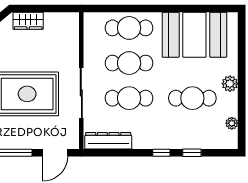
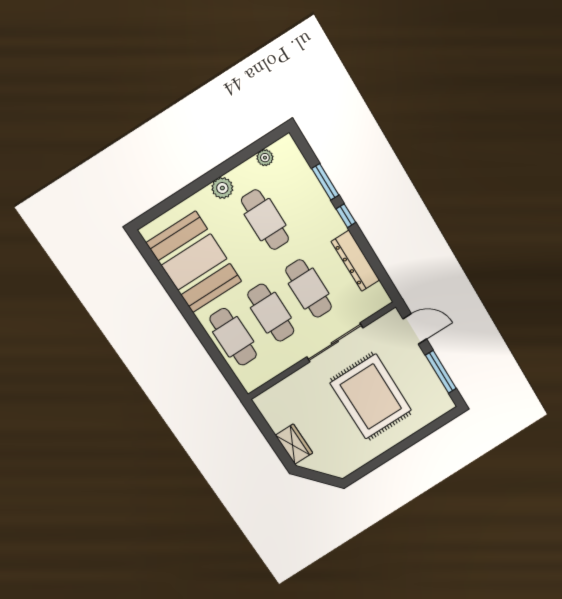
dresser: (108, 141) -> (355, 261), moved
window: (192, 153) -> (325, 182), width x1.50

